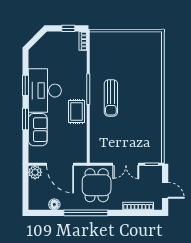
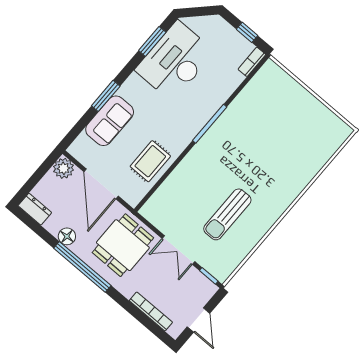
window: (25, 85) -> (152, 41), moved
desk: (45, 91) -> (175, 61), moved
sun lounger: (111, 98) -> (227, 214), moved
rug: (76, 112) -> (150, 161), moved
dresser: (38, 204) -> (35, 209), added
floor lamp: (54, 204) -> (67, 236), moved

